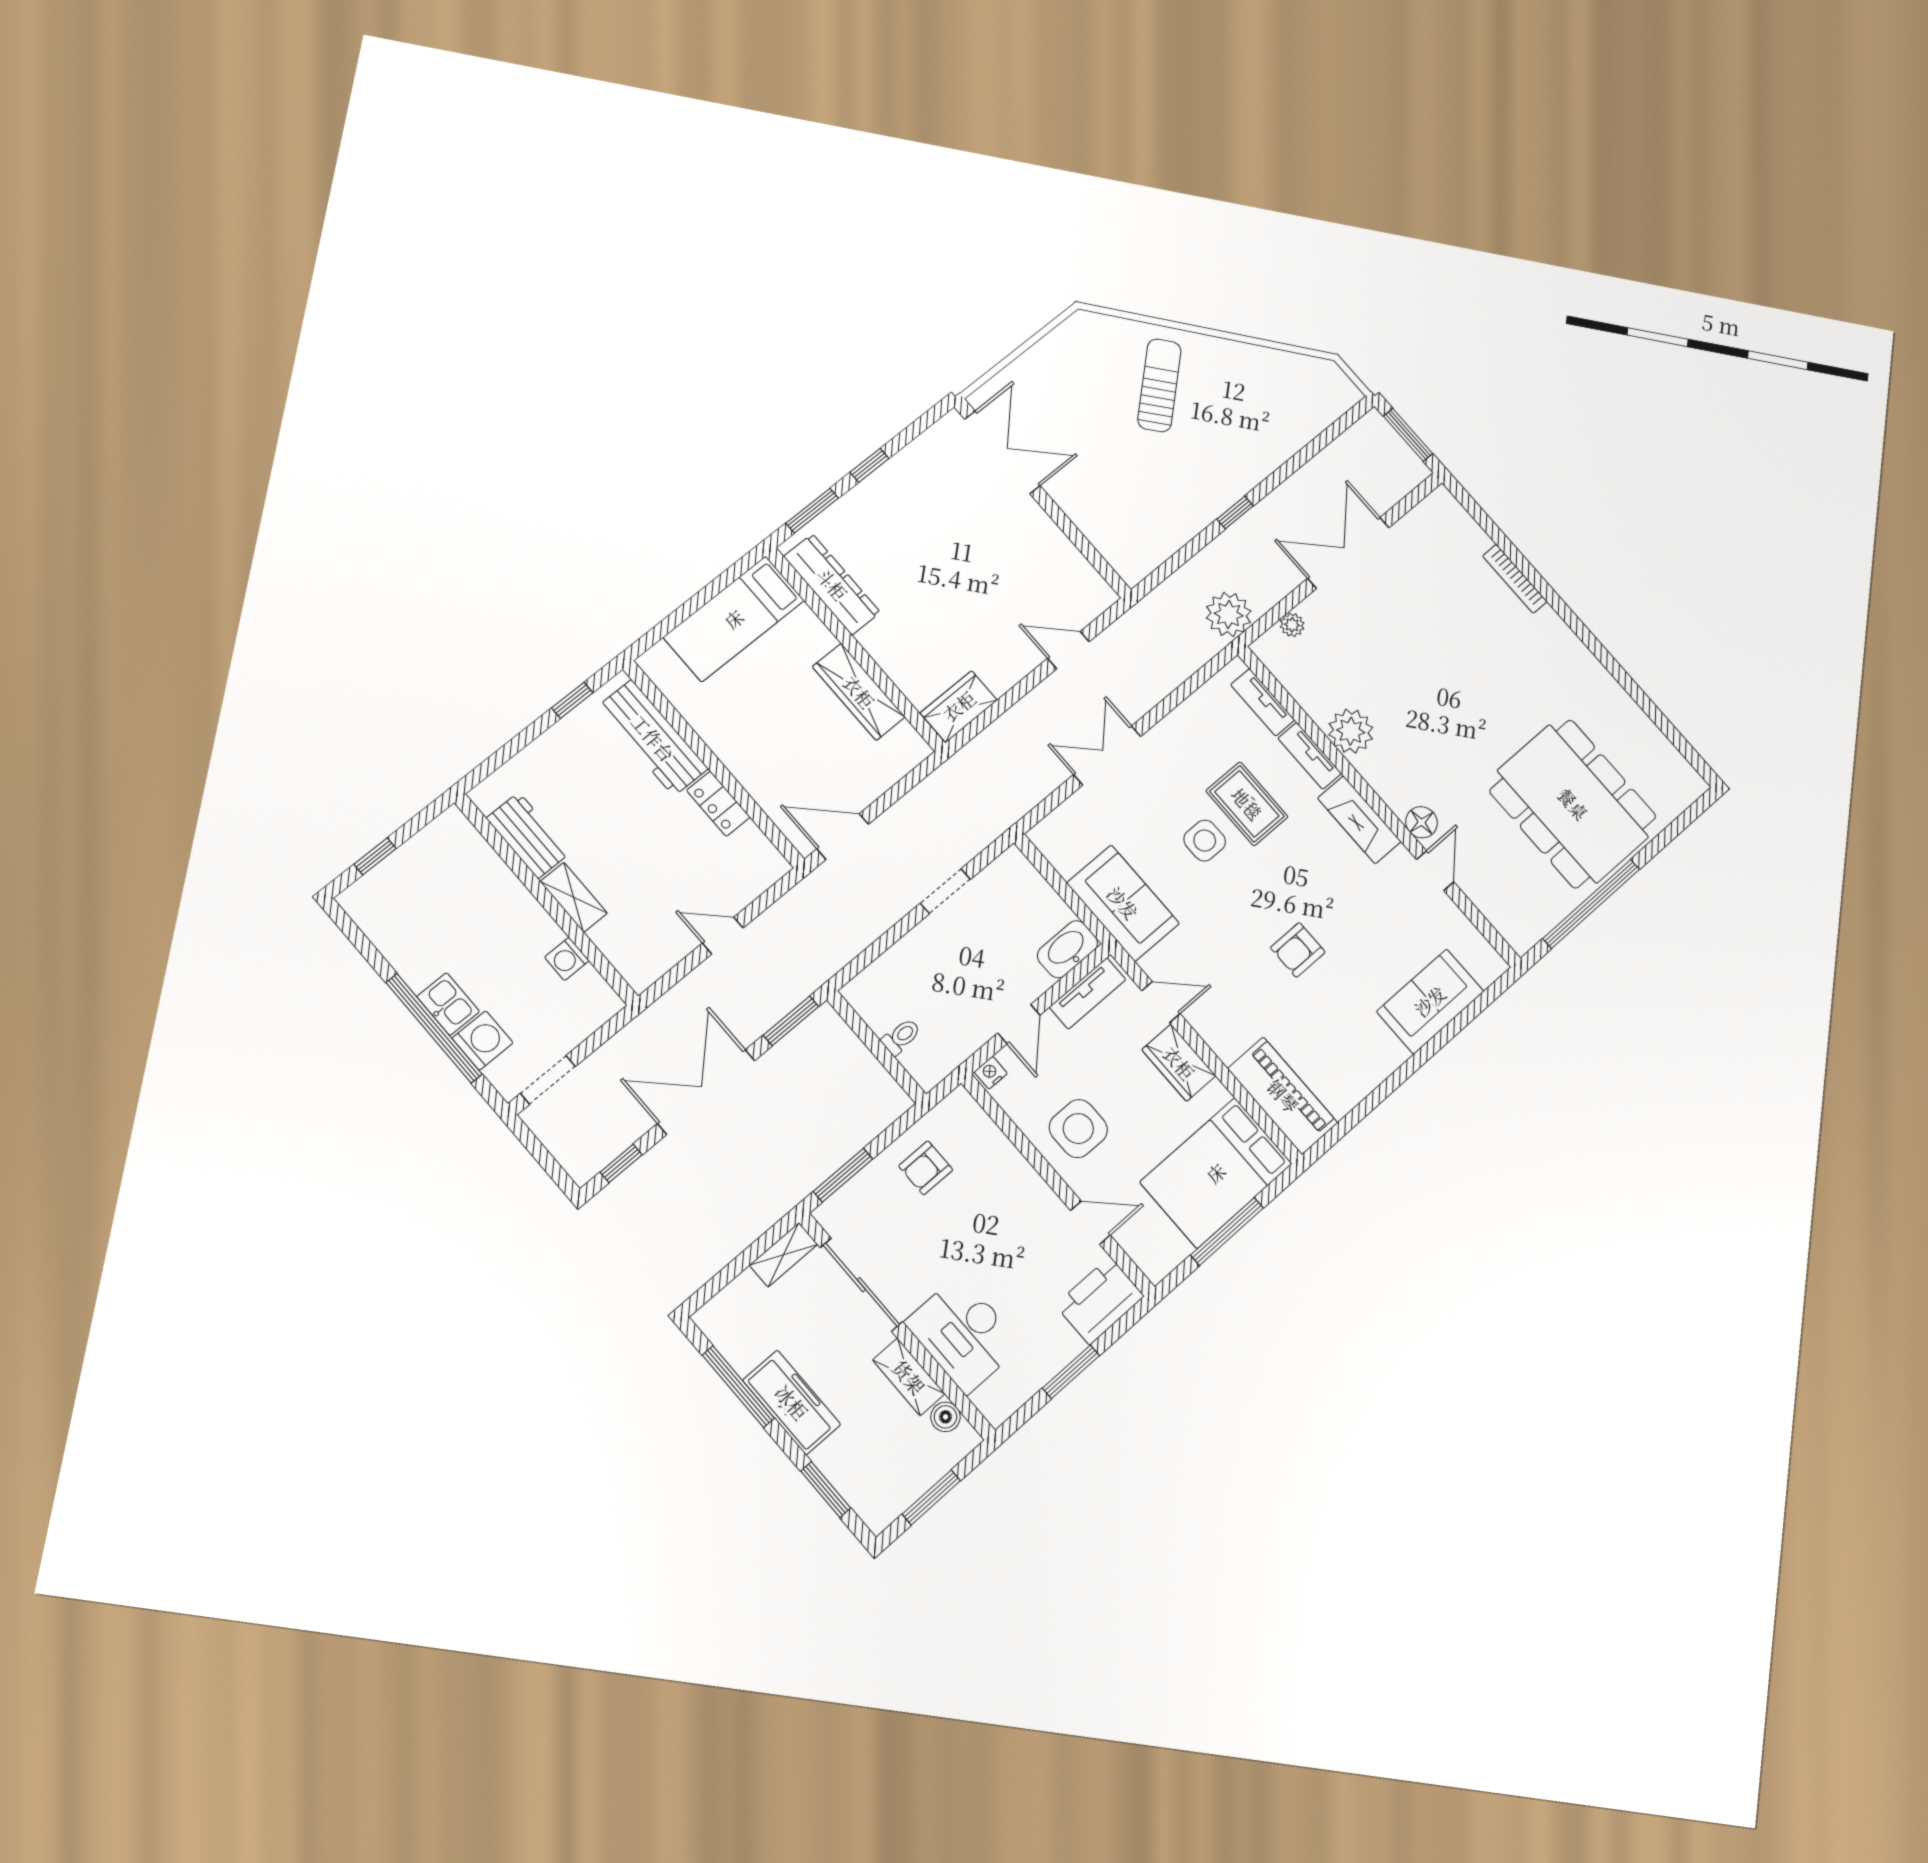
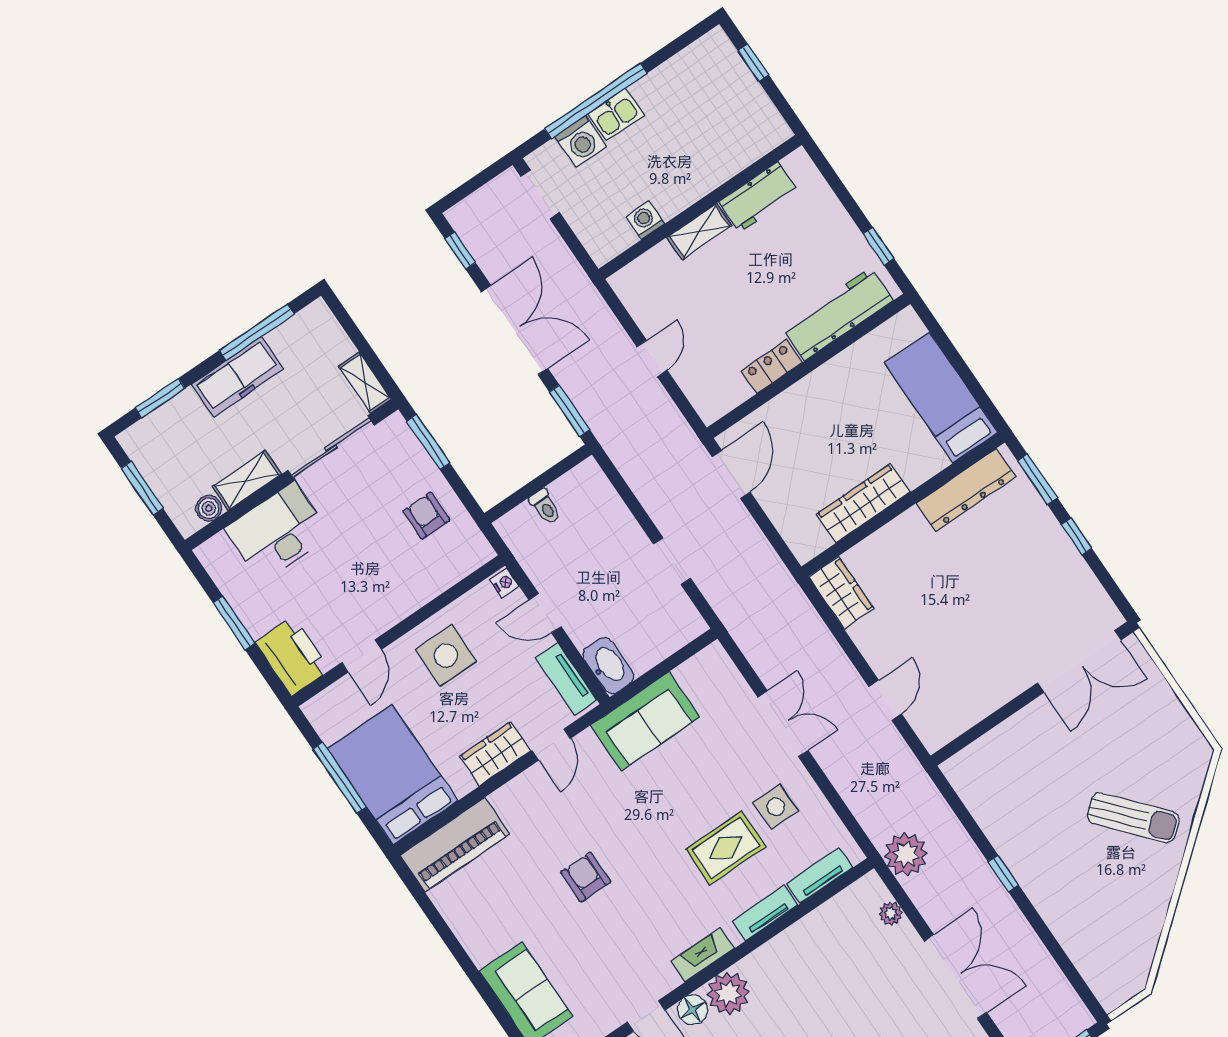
plant: (1351, 731) -> (728, 993), moved
fireplace: (1359, 820) -> (703, 955), width x0.73, depth x0.76
side table: (1205, 841) -> (776, 807), moved

